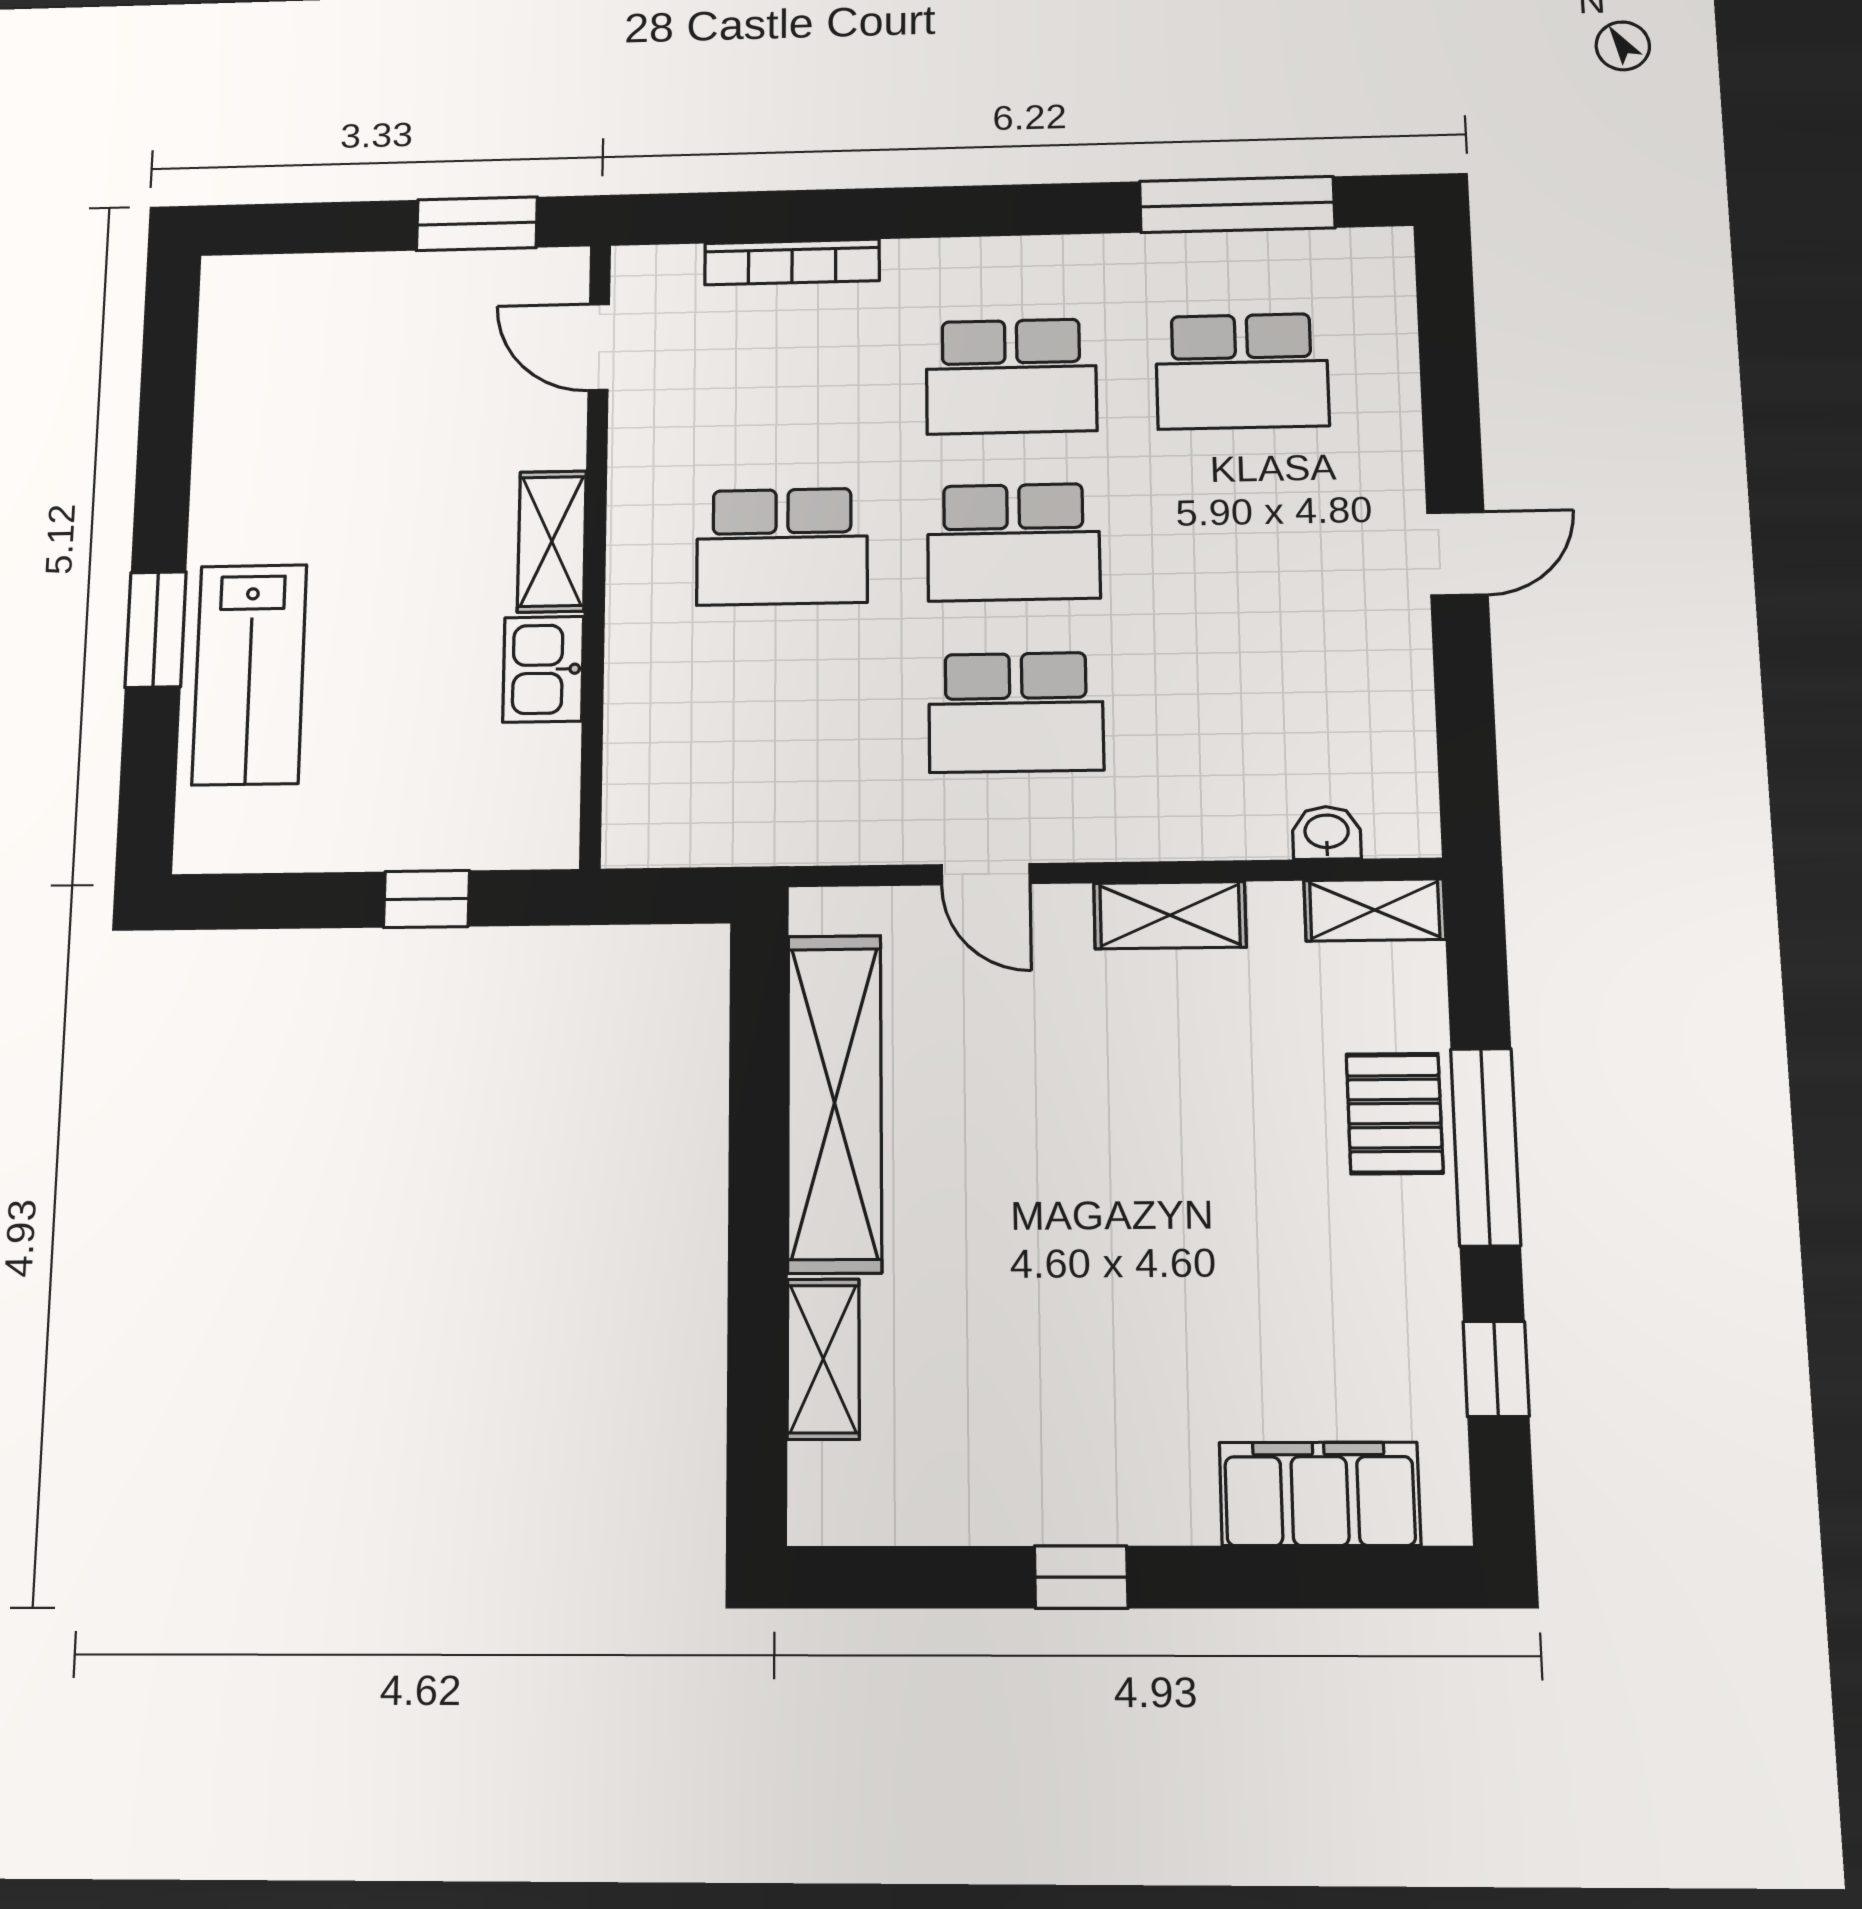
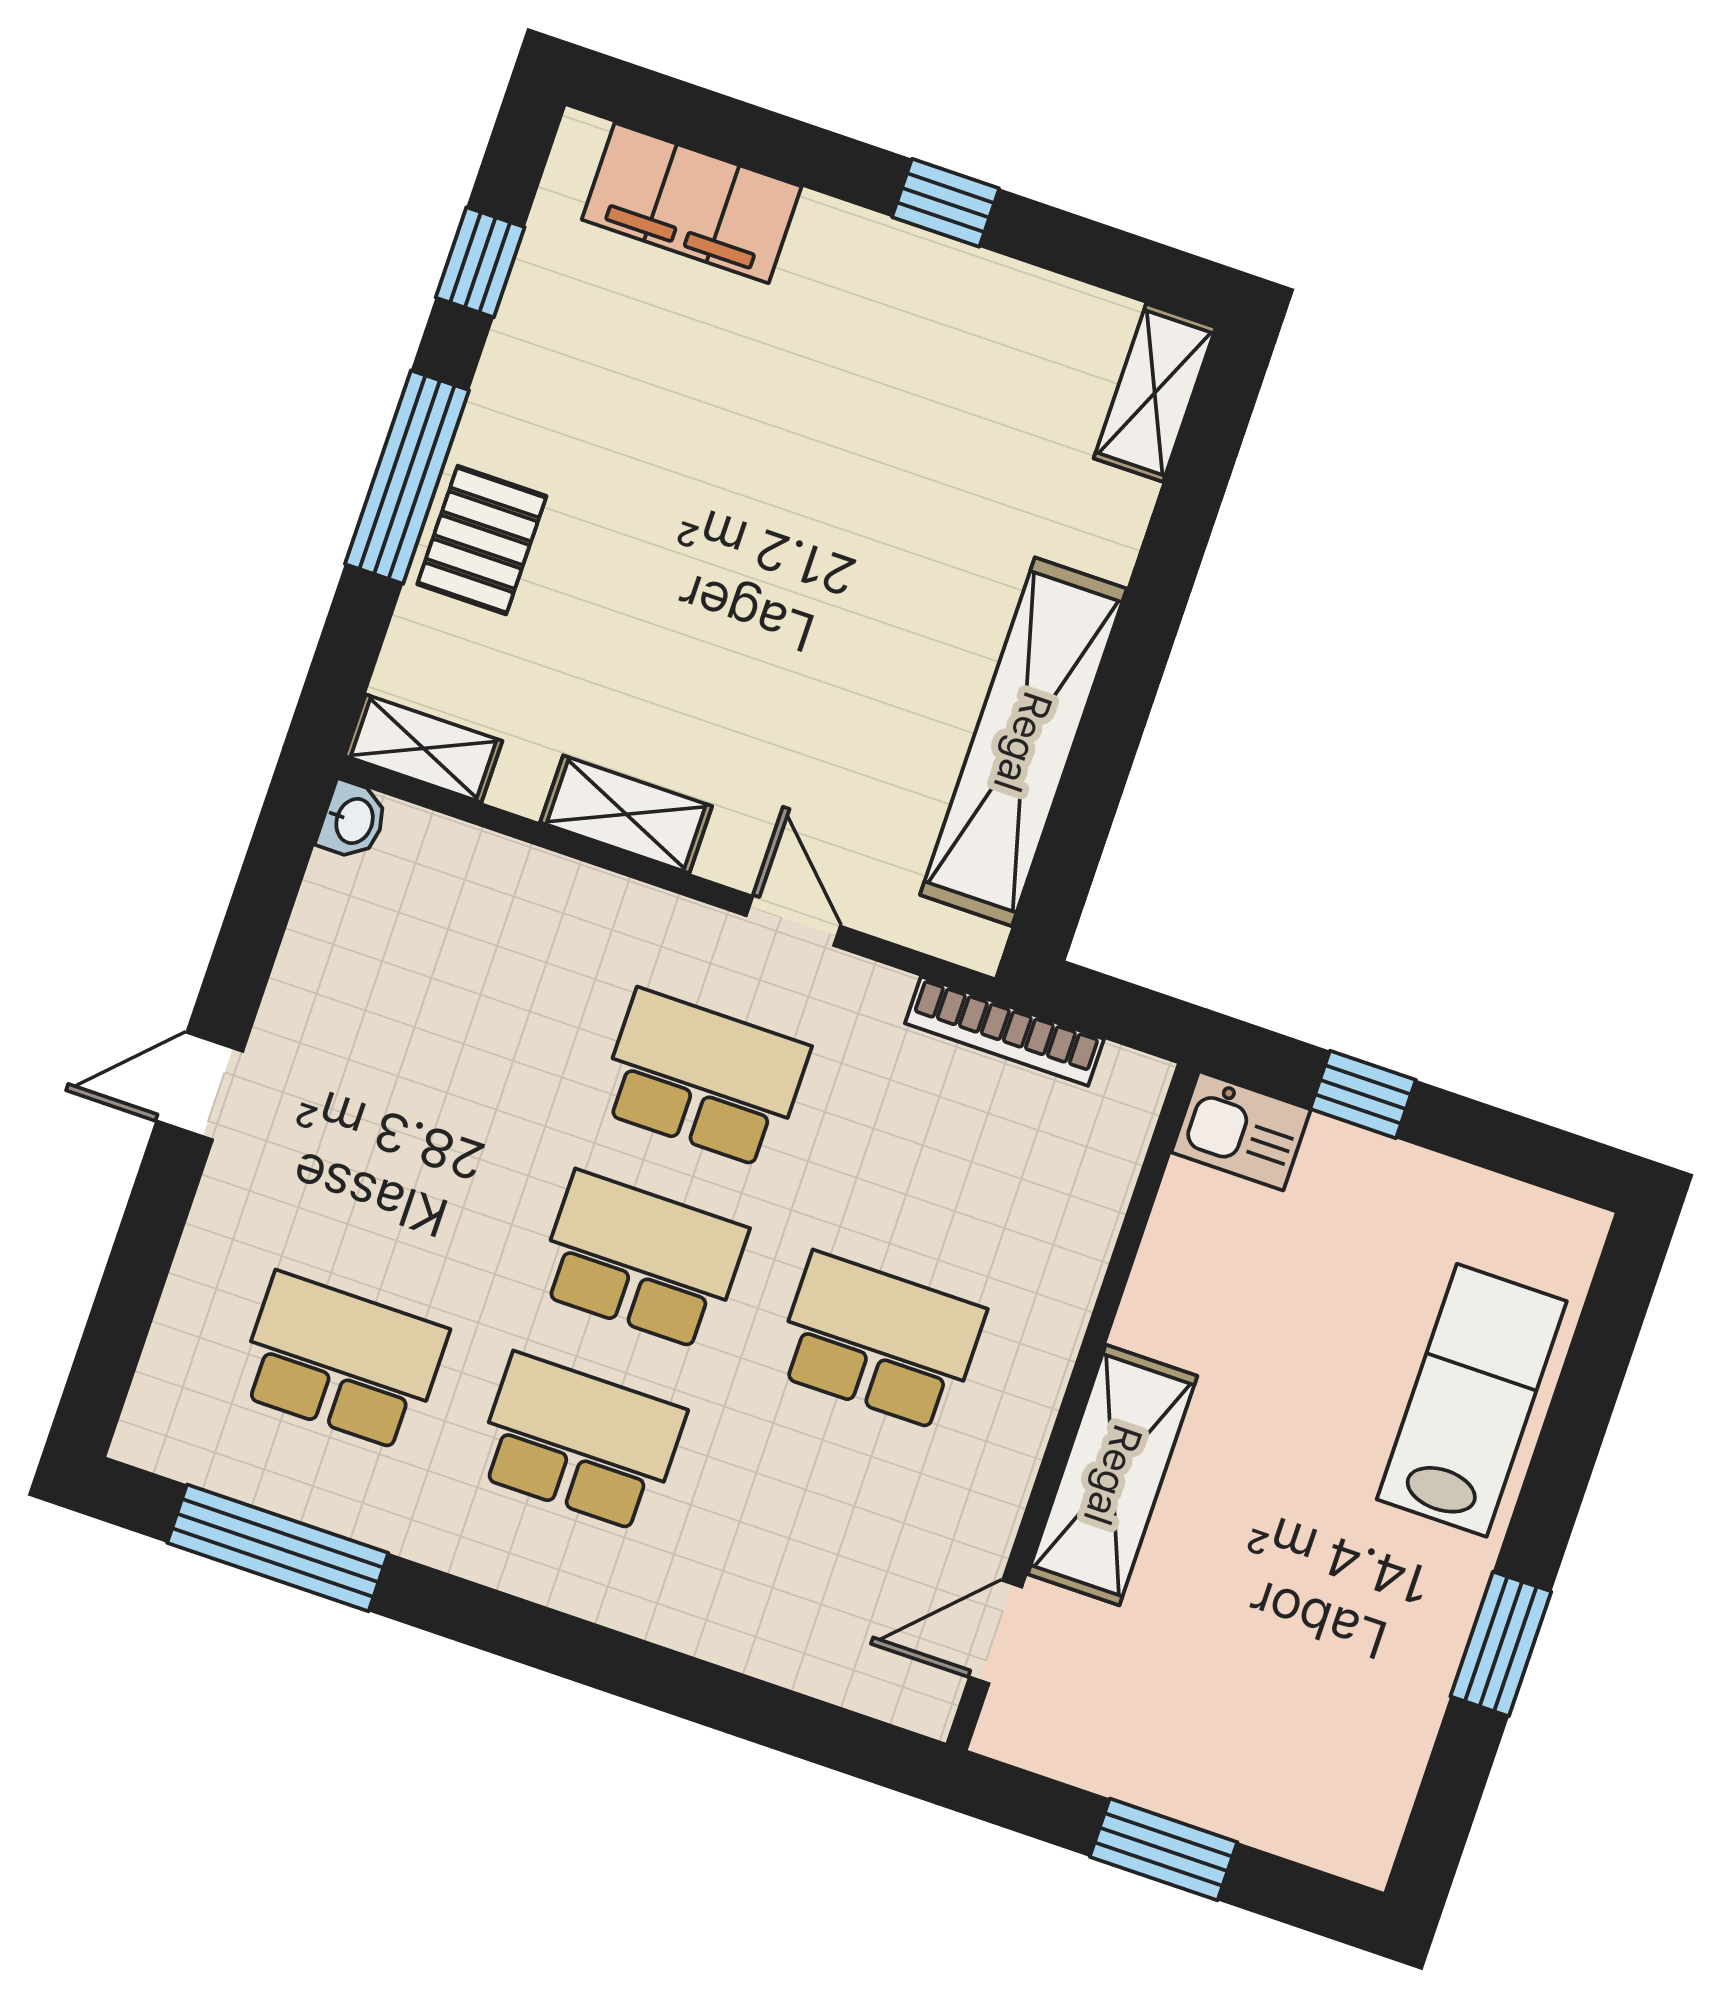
window: (477, 224) -> (1164, 1849), moved
bookcase: (792, 262) -> (1004, 1031), moved, turned 180
door: (599, 347) -> (996, 1632), swing flipped
shelving: (552, 541) -> (1113, 1475), width x1.50, depth x1.33
window: (156, 630) -> (1501, 1644), moved
kitchen sink: (543, 669) -> (1241, 1131), moved, turned 90
washbasin: (1327, 833) -> (353, 820), moved, turned -90
shelving: (823, 1359) -> (1155, 393), moved

